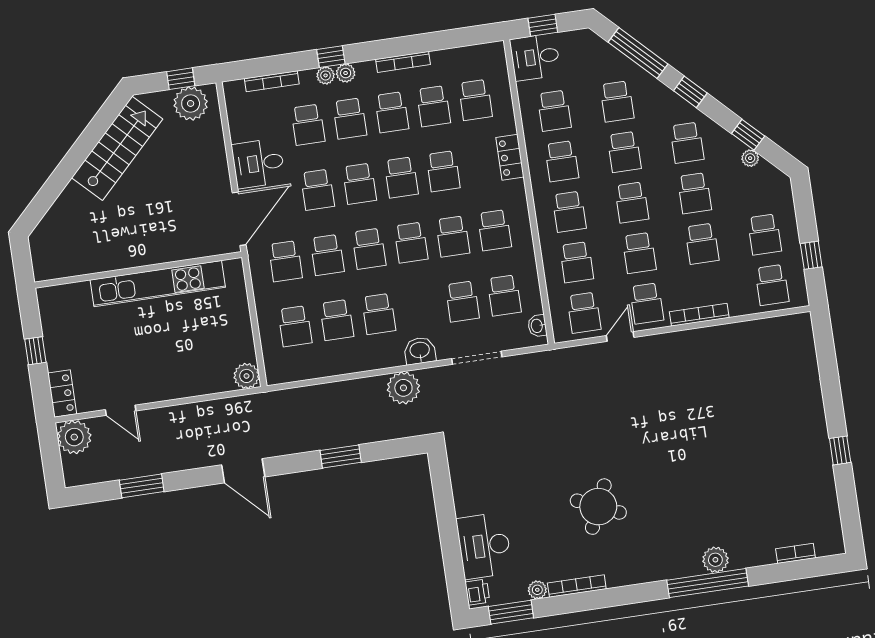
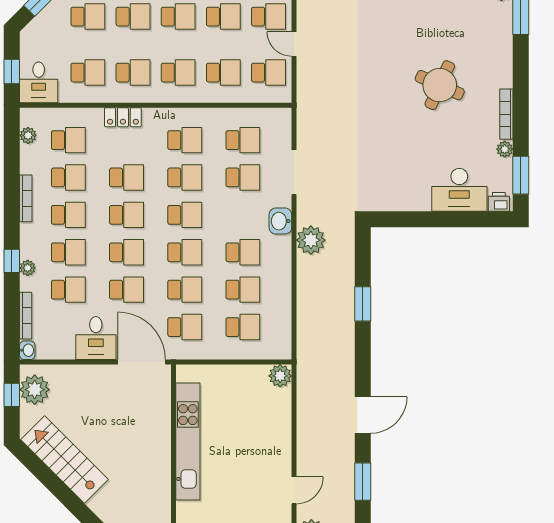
plant: (346, 73) -> (28, 135), moved
washbasin: (537, 326) -> (27, 350), moved, turned -90
door: (243, 471) -> (363, 415), moved

